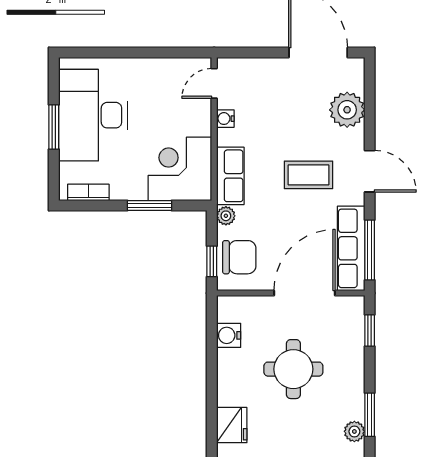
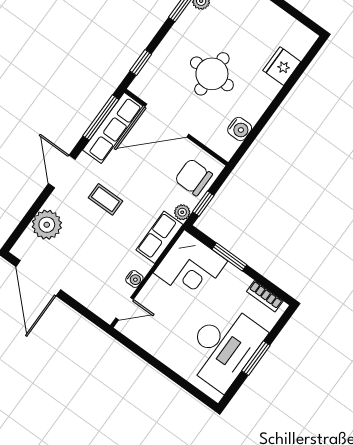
coffee table: (308, 175) -> (105, 199), width x0.73, depth x0.77
window: (212, 261) -> (203, 204), moved

